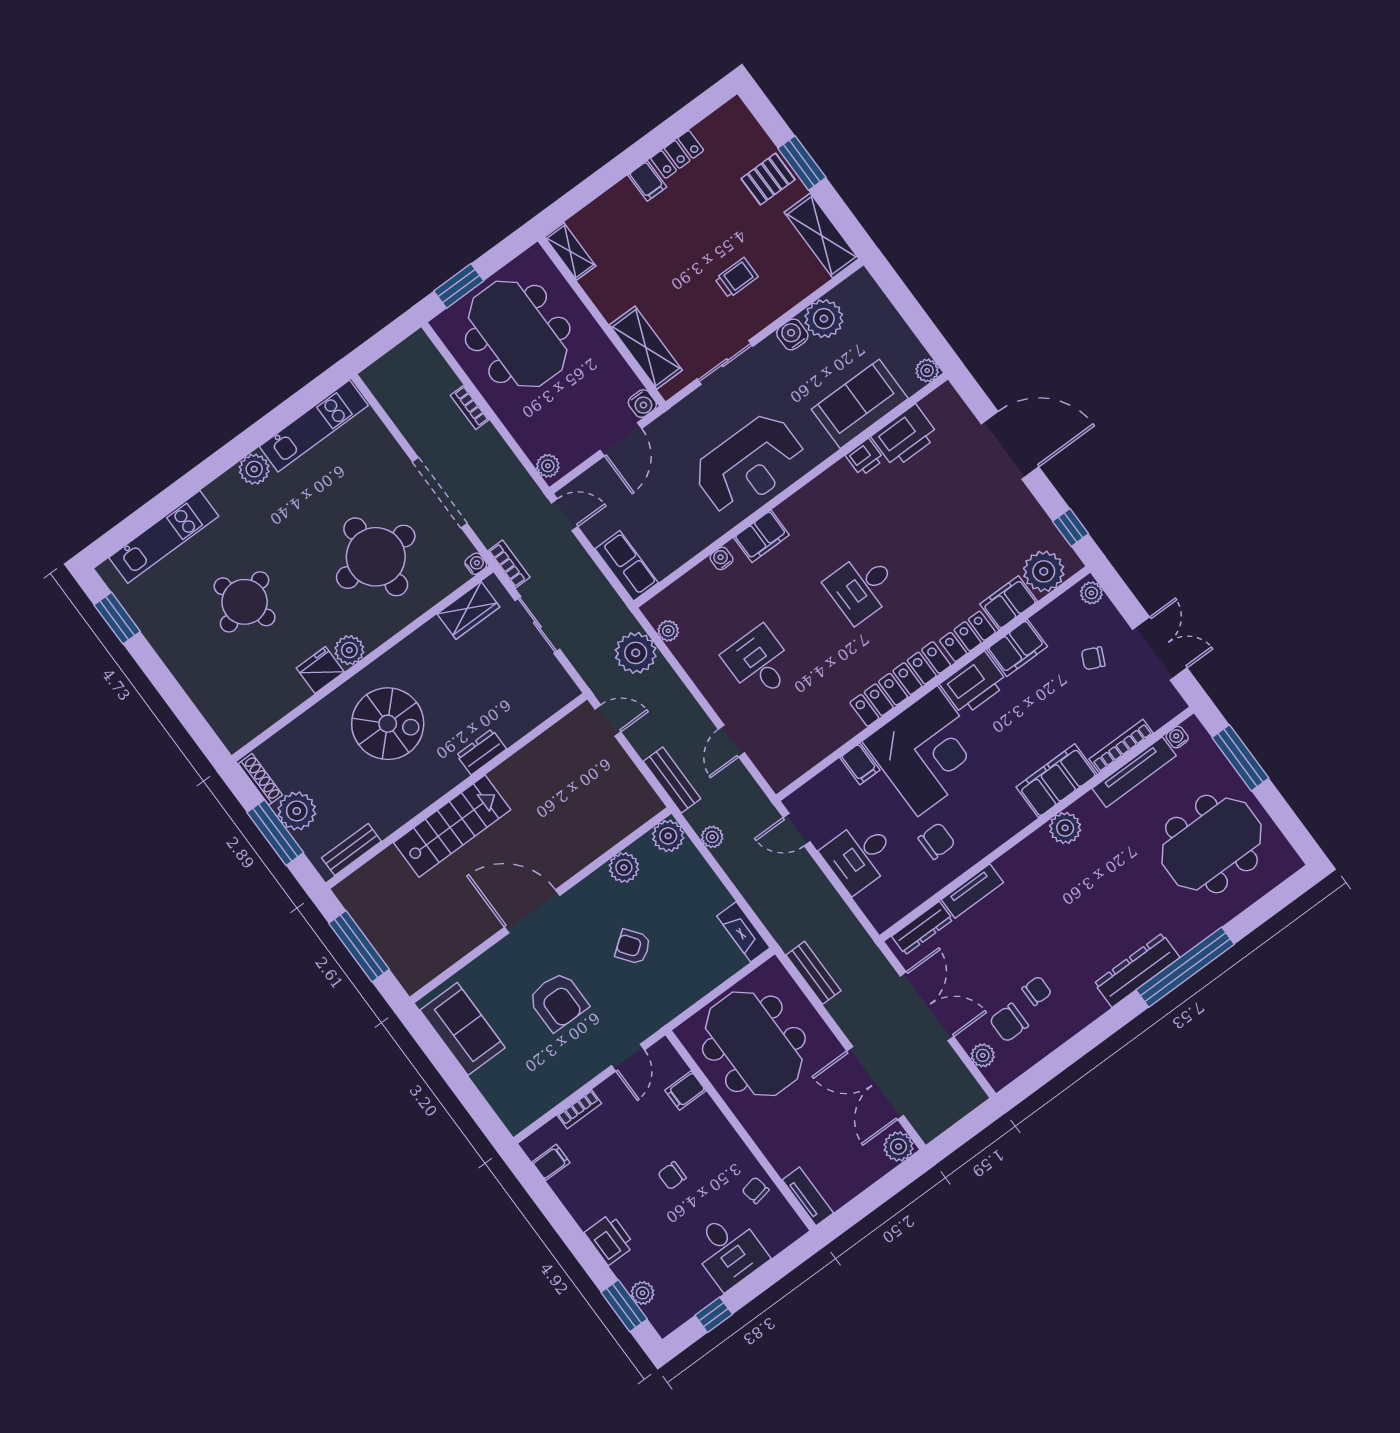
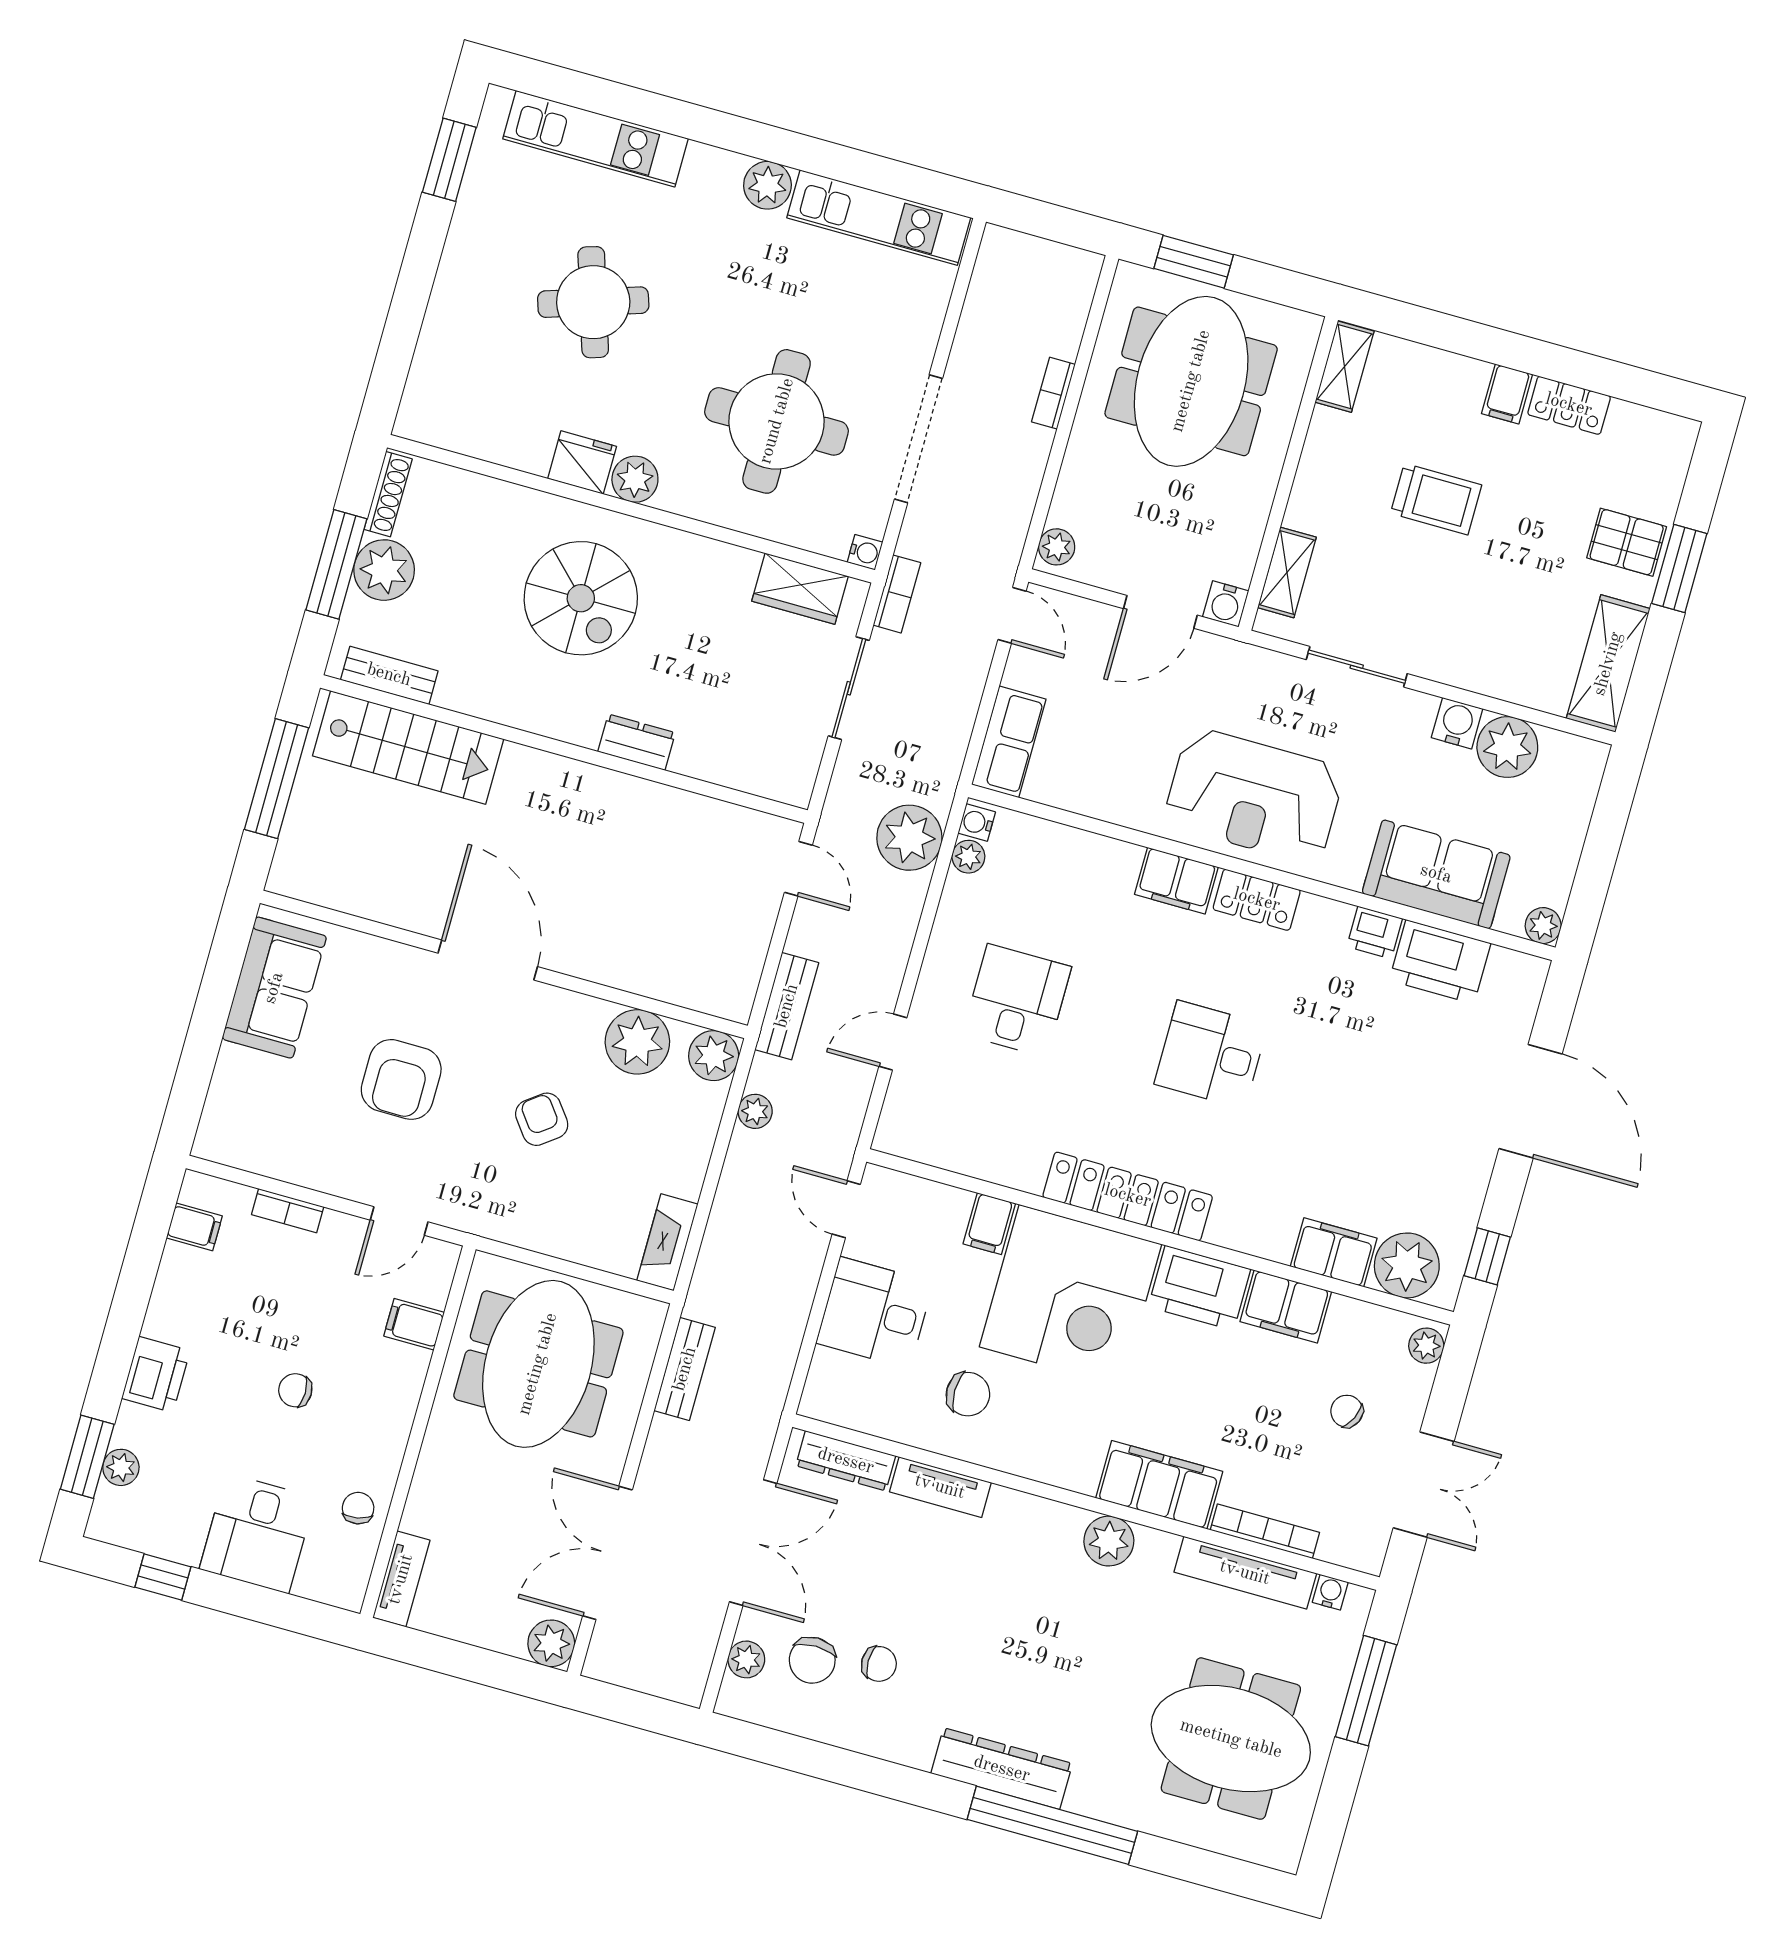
trolley: (736, 278) -> (1436, 499), moved, width x1.36, depth x1.39
shelving: (646, 348) -> (1287, 572), width x0.67, depth x0.75
water cooler: (721, 558) -> (977, 823), moved, turned -90
locker: (967, 636) -> (1257, 900), moved, turned 180
stairs: (452, 826) -> (408, 747), moved
plant: (624, 867) -> (637, 1042), width x1.36, depth x1.36
chair: (1009, 1023) -> (812, 1660), turned -90

